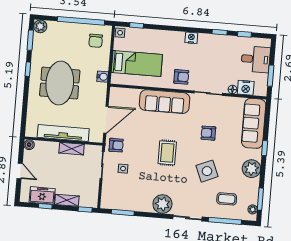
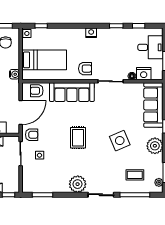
armchair: (208, 133) -> (37, 91), moved
side table: (207, 171) -> (120, 141), moved

